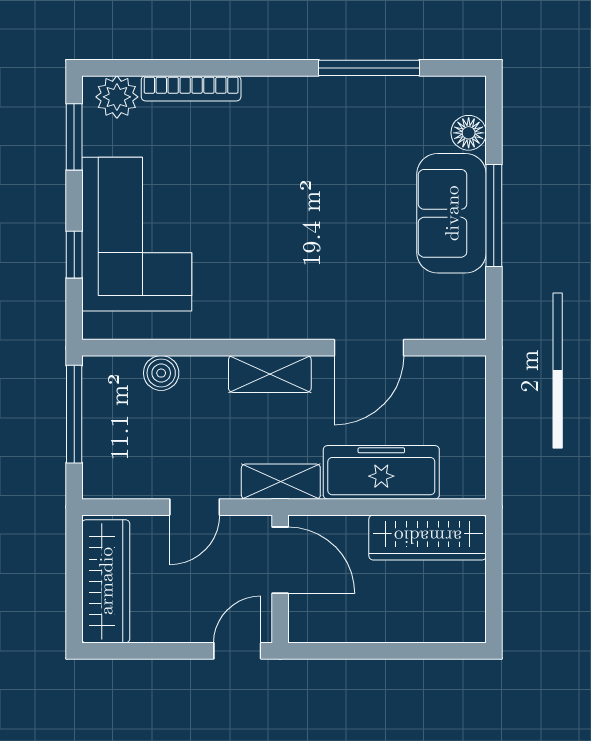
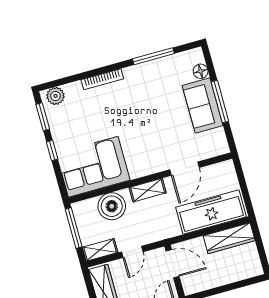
bookcase: (191, 88) -> (102, 79), moved
corner sofa: (137, 234) -> (93, 167), moved, turned -90
window: (74, 255) -> (52, 150), moved
boiler: (161, 373) -> (112, 206), width x1.86, depth x1.86
freezer: (381, 472) -> (211, 212), width x1.36, depth x1.26
shelving: (281, 482) -> (100, 250), moved

